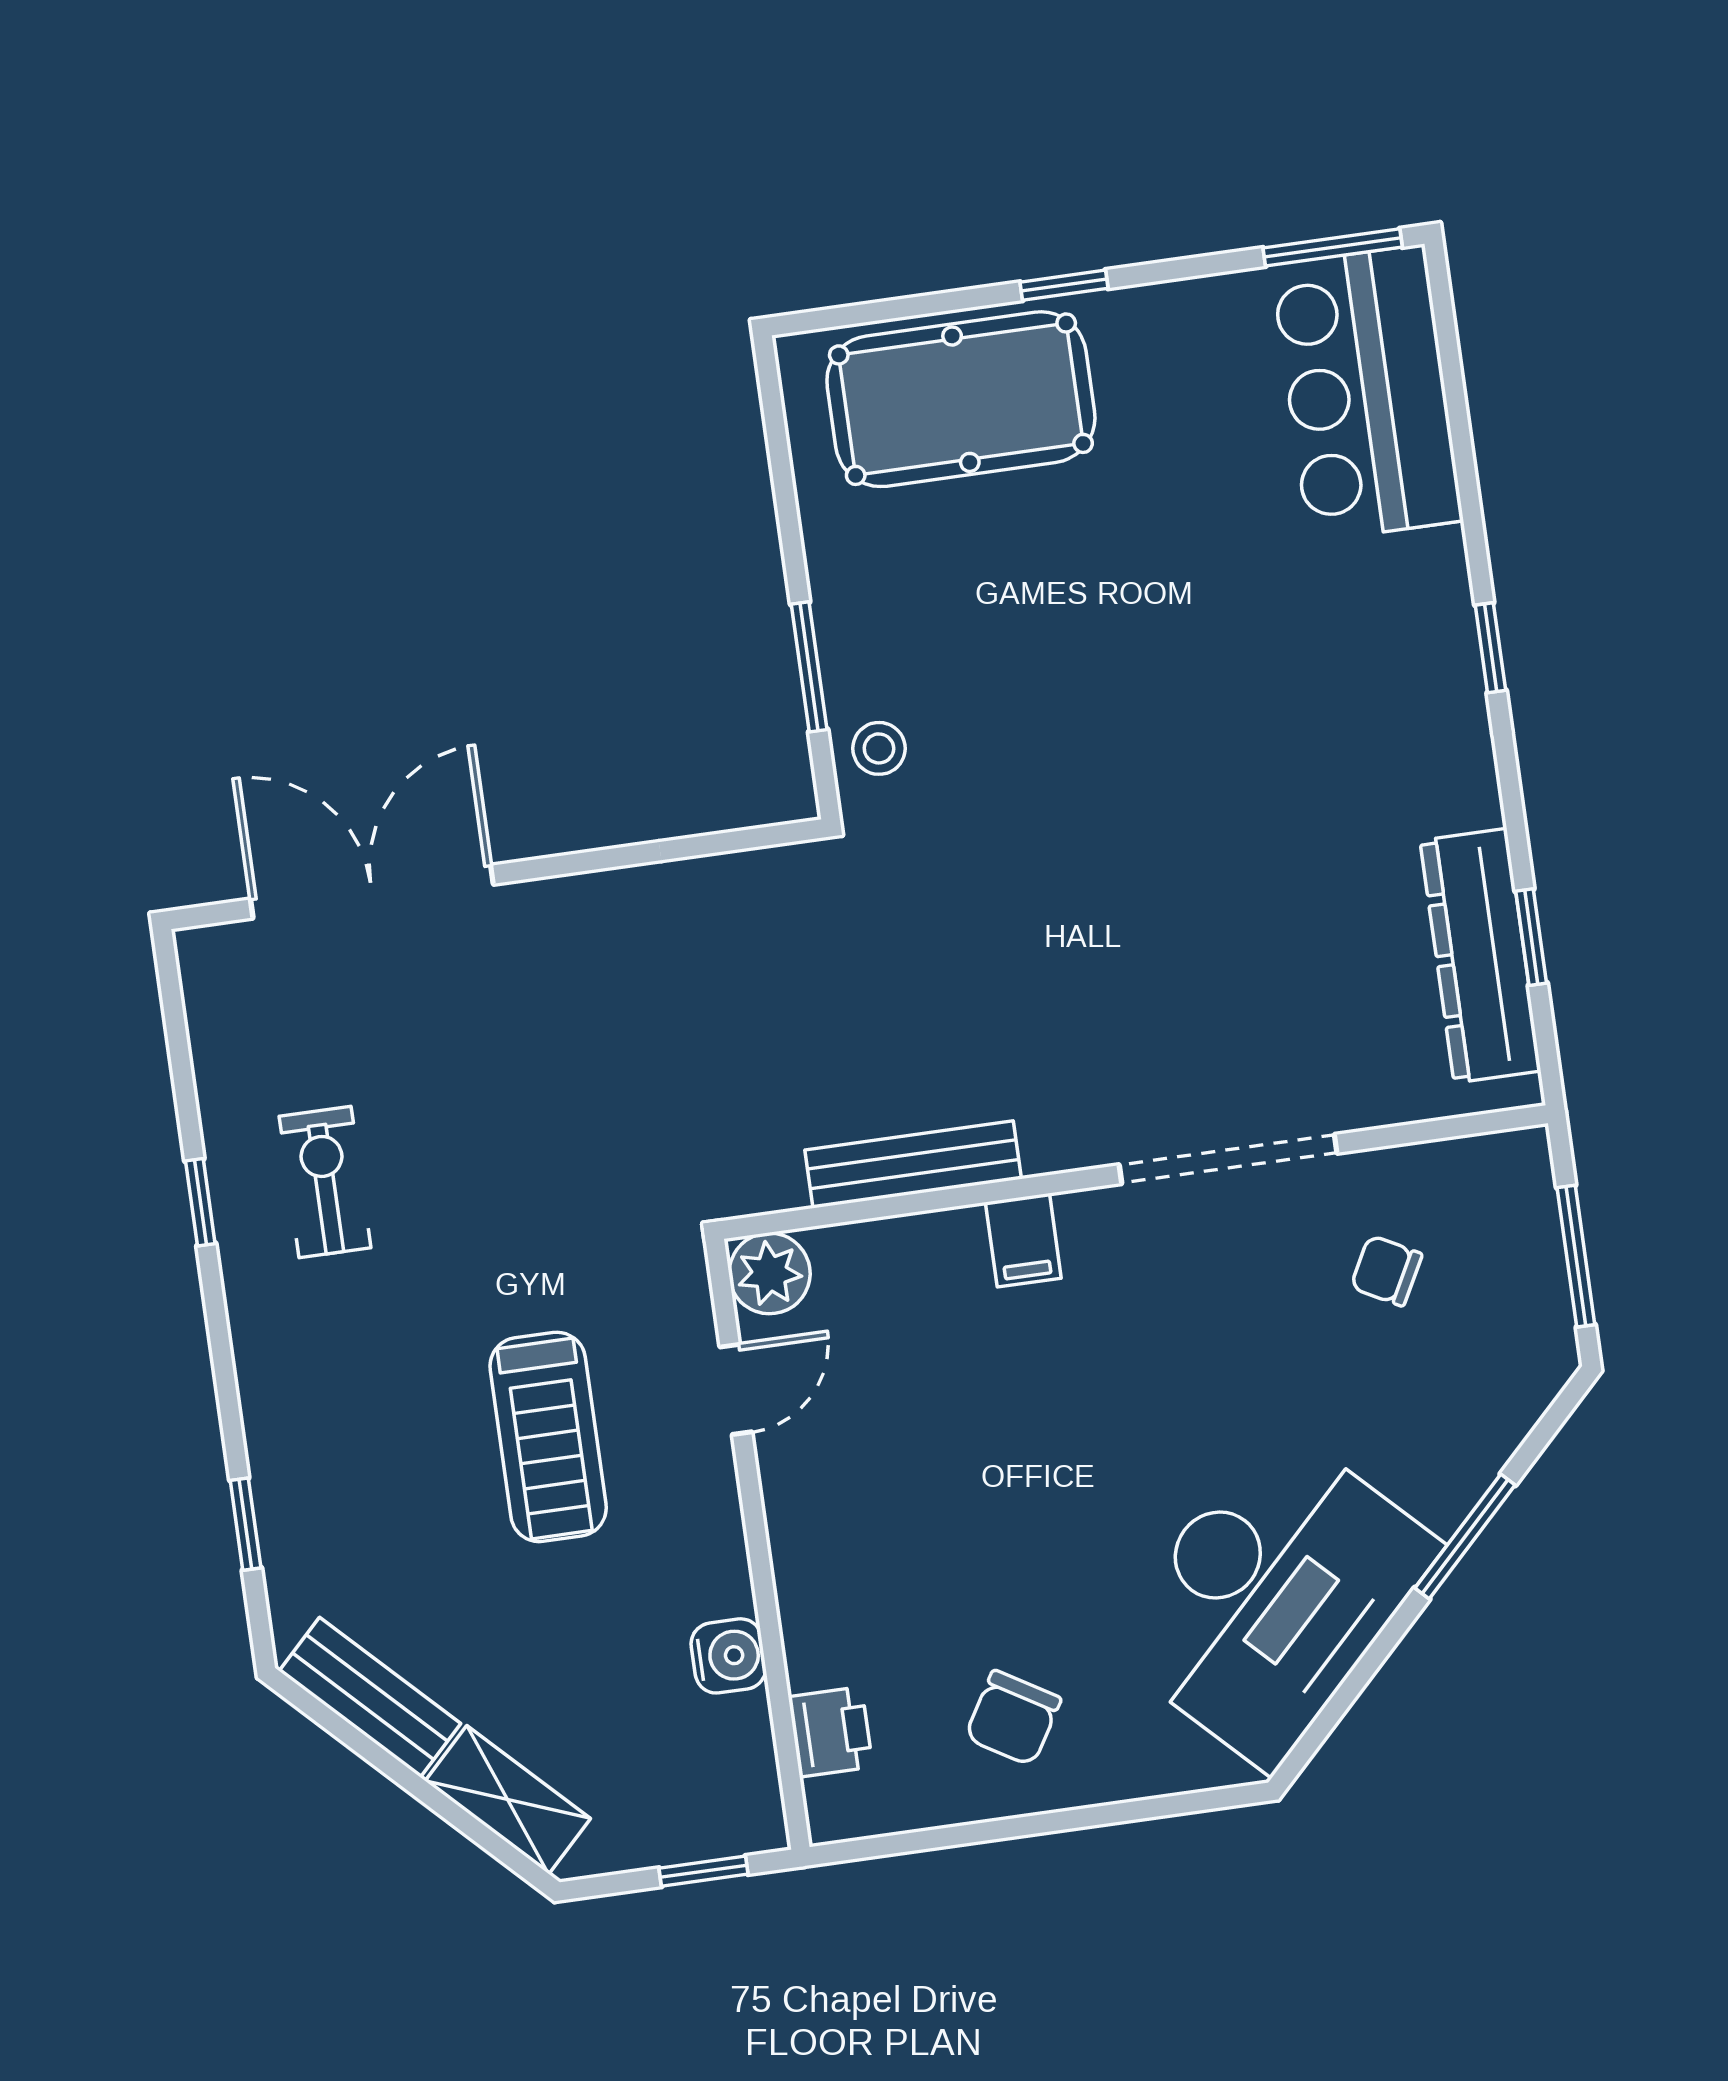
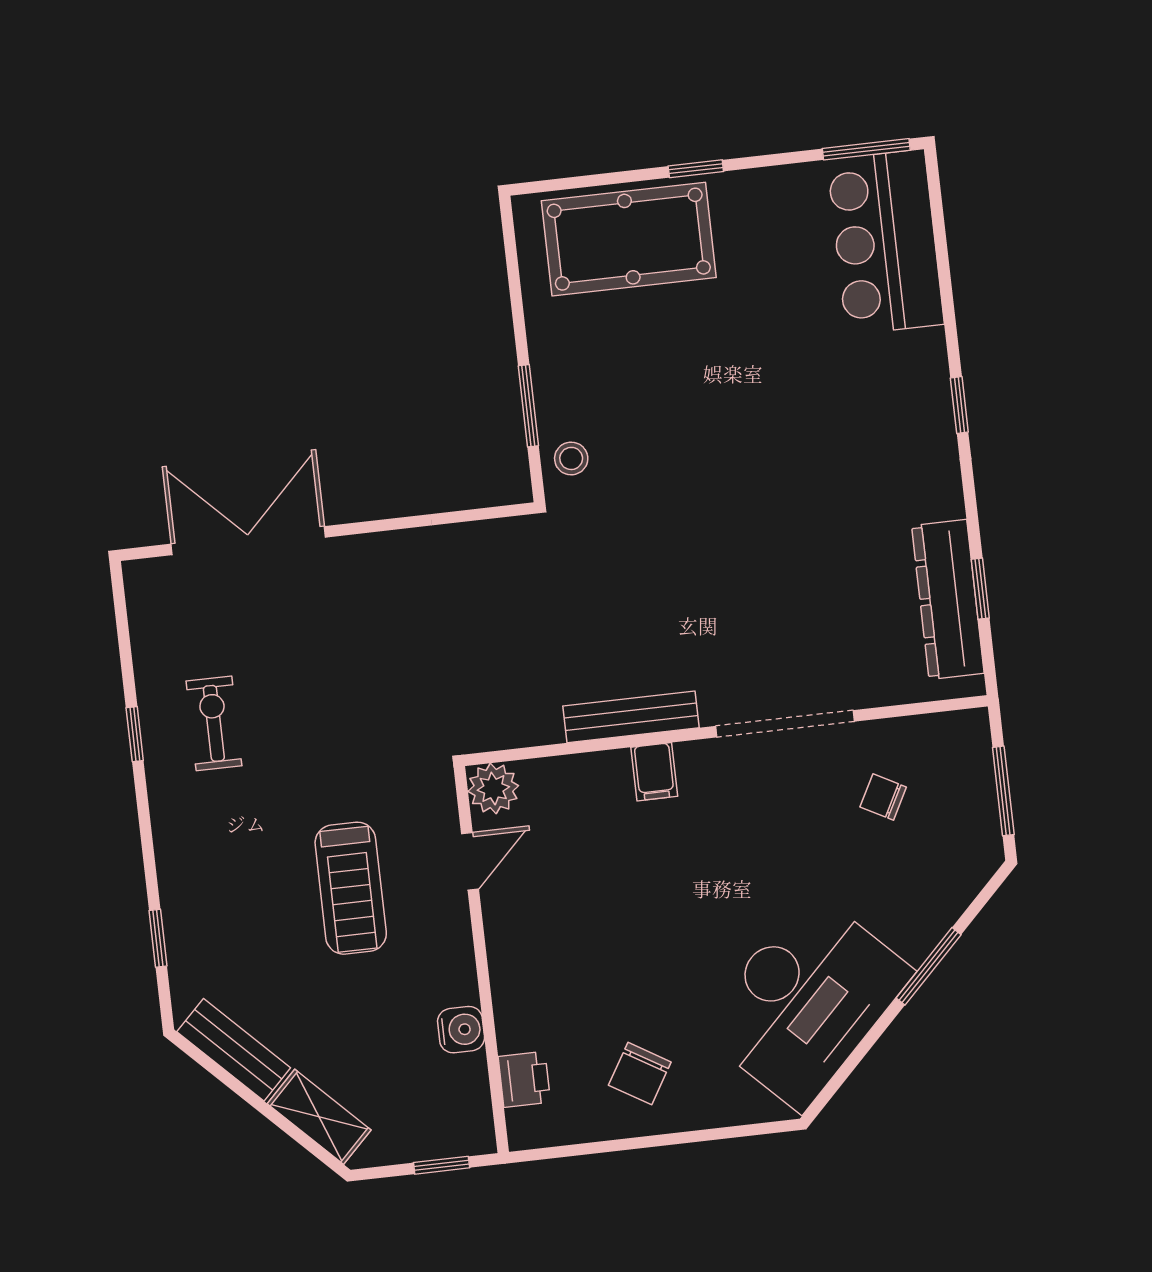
bench: (913, 1164) -> (631, 717), moved

